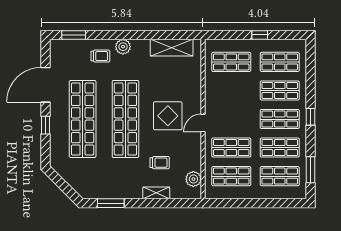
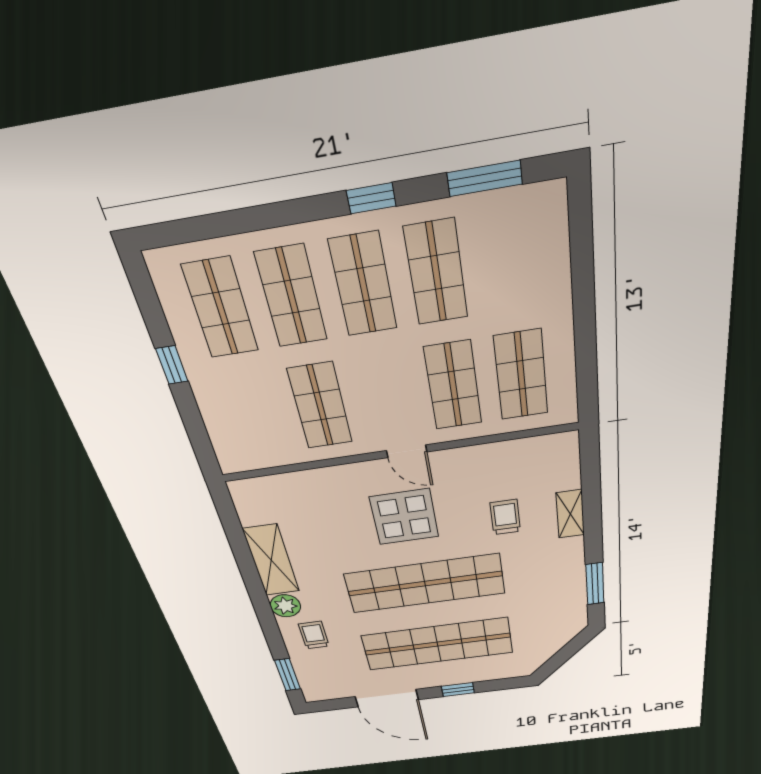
shelving: (172, 48) -> (271, 560), moved
shop shelf: (231, 62) -> (320, 406), moved
window: (311, 117) -> (371, 198), moved
shop shelf: (280, 176) -> (510, 260), removed
plant: (193, 179) -> (535, 451), removed

